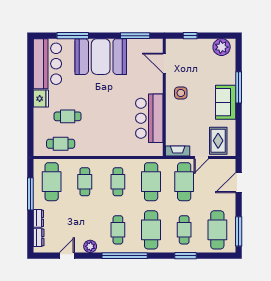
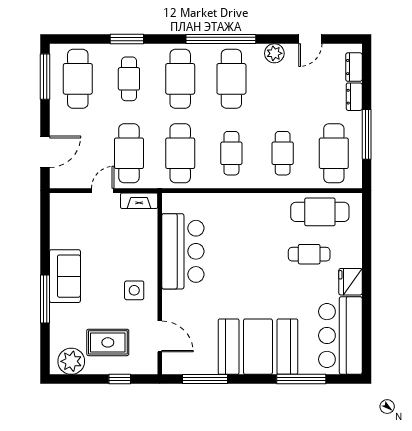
rug: (218, 141) -> (108, 342), moved, turned 90
cafe table: (61, 144) -> (320, 212), width x1.37, depth x1.35
cafe table: (118, 230) -> (231, 79), width x1.37, depth x1.35

